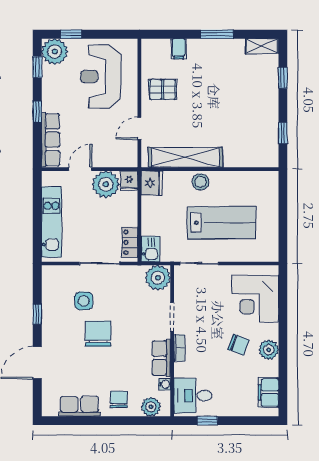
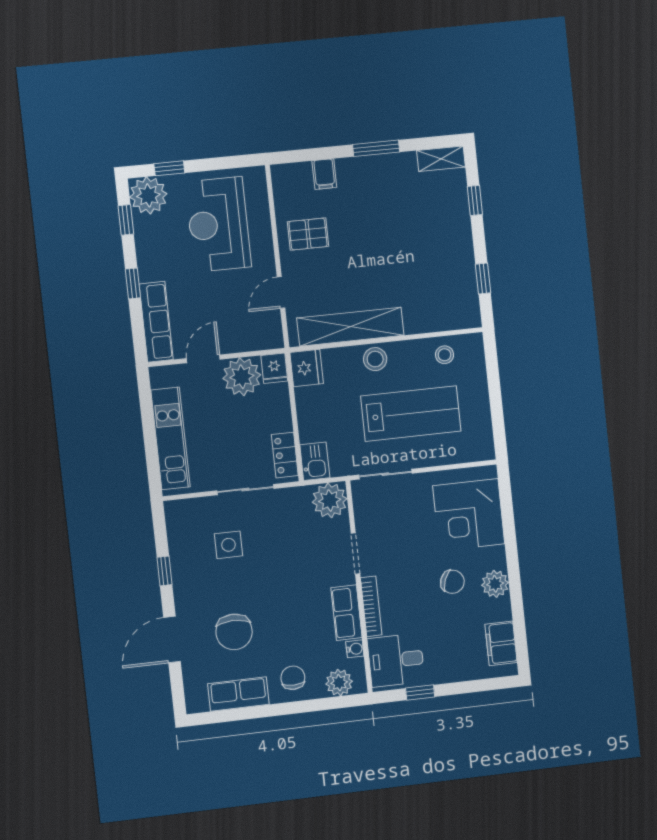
stool: (250, 184) -> (445, 355), added
chair: (98, 334) -> (234, 632), moved, turned 180
bookcase: (179, 348) -> (371, 606), width x1.56

